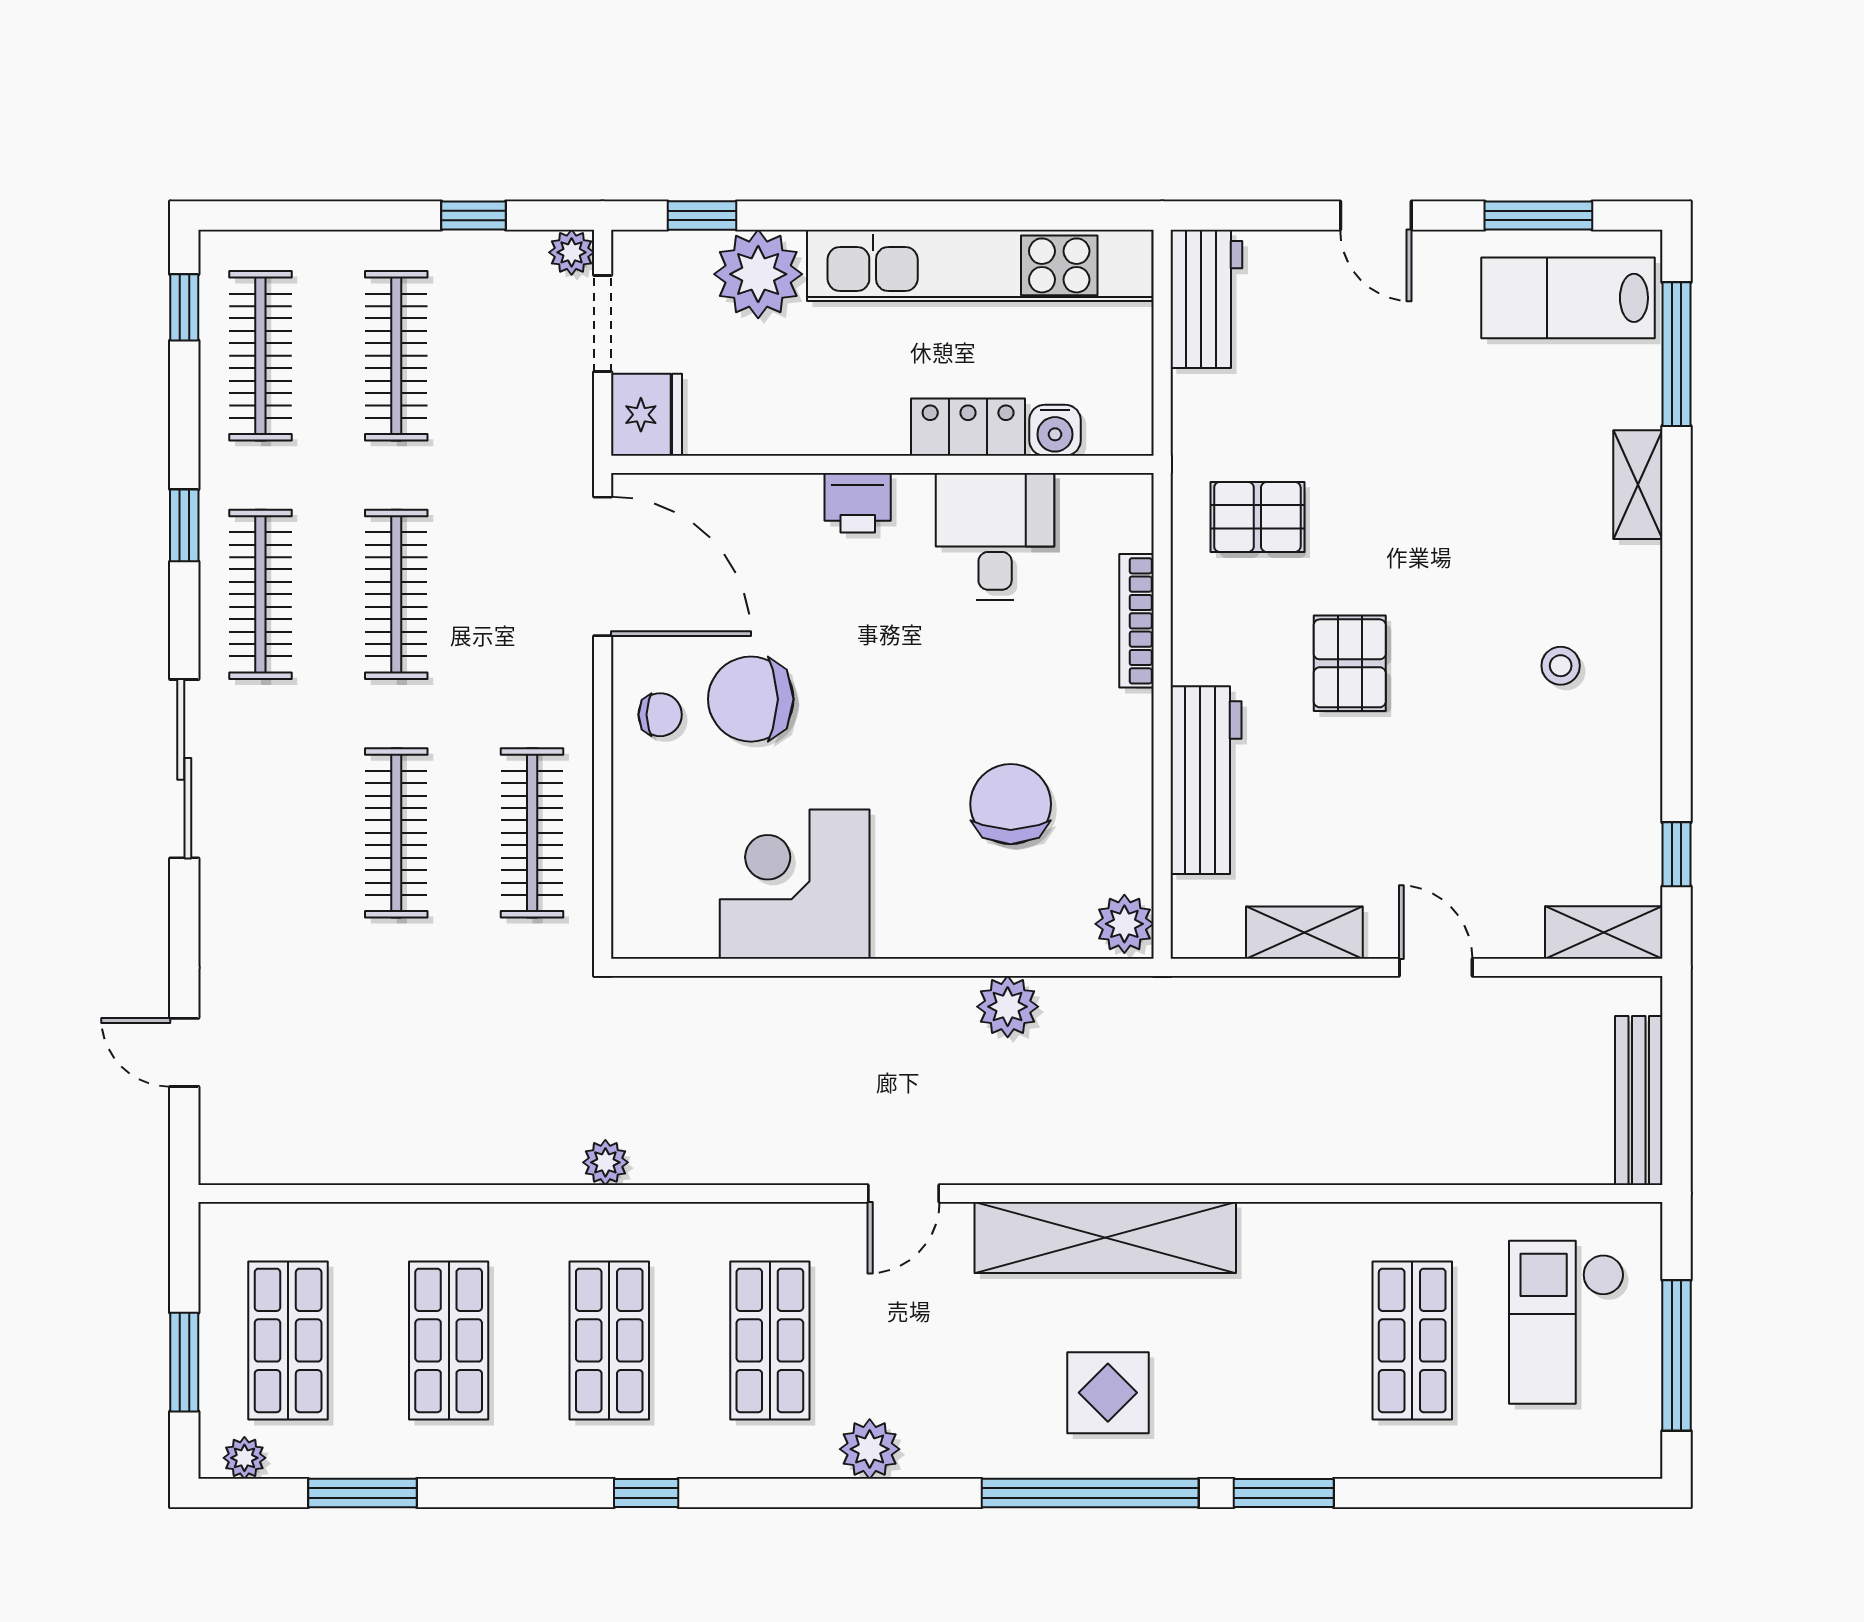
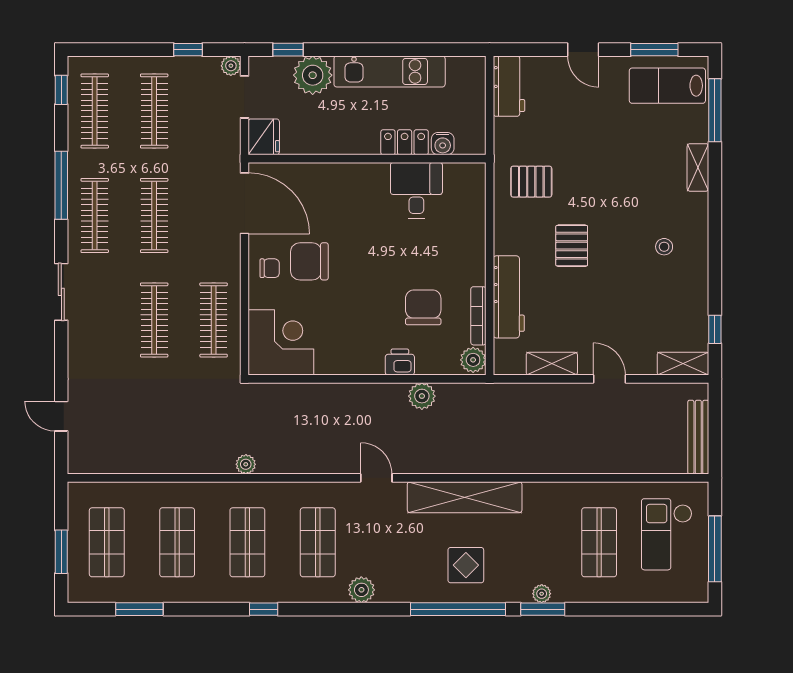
kitchen unit: (980, 265) -> (390, 71), width x0.73
printer: (858, 503) -> (400, 362), moved, turned 180
window: (184, 525) -> (61, 185), width x2.17
bookcase: (1137, 621) -> (478, 316), moved
sliding door: (184, 769) -> (61, 292), width x0.73
corner desk: (795, 884) -> (281, 342), moved, turned 90
door: (904, 1193) -> (376, 478), swing flipped
plant: (244, 1458) -> (542, 594), moved

